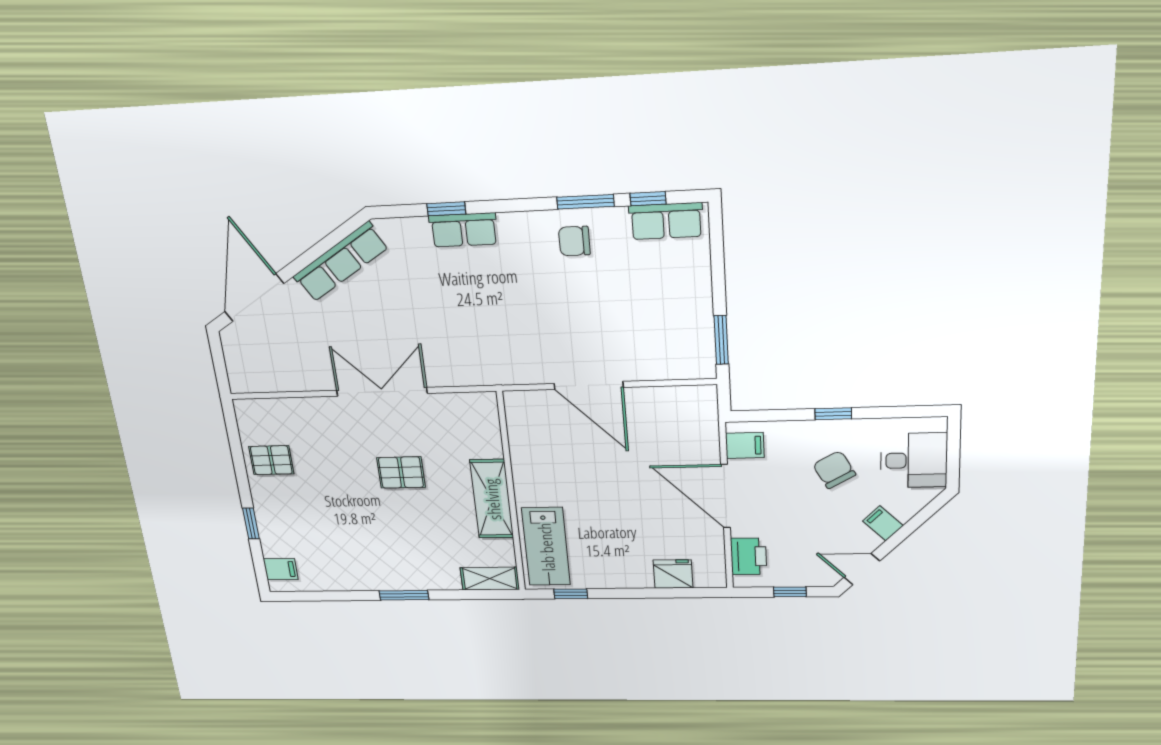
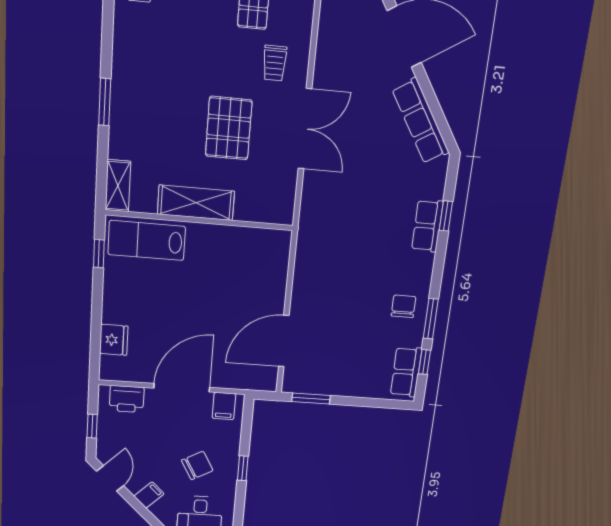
door: (589, 385) -> (284, 341), moved
trolley: (320, 433) -> (275, 63), added
pallet: (401, 472) -> (229, 128), width x1.50, depth x1.42

